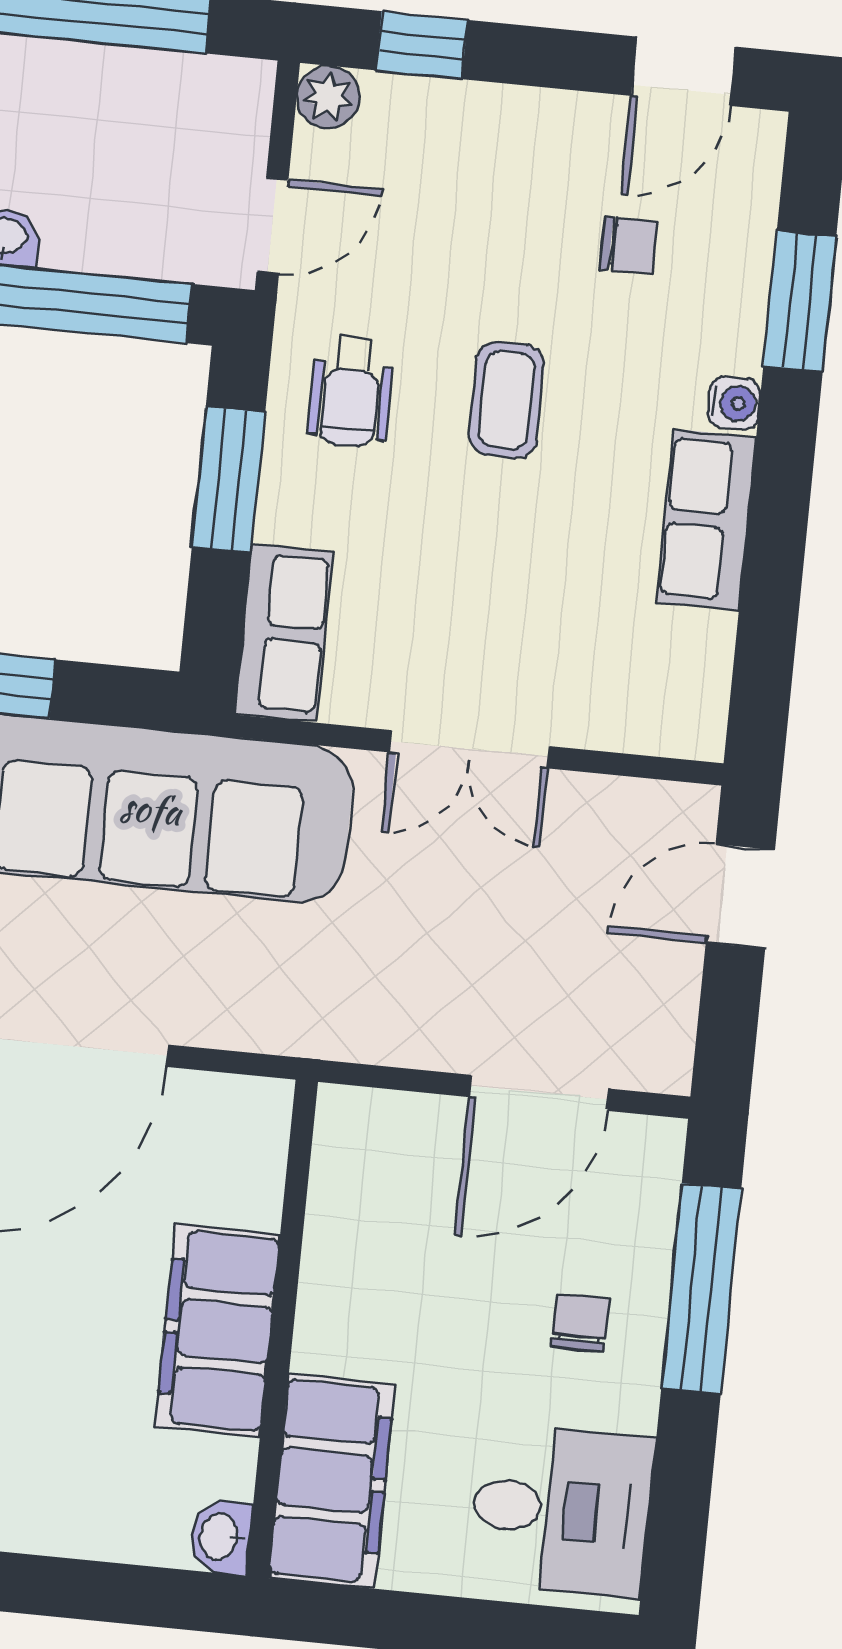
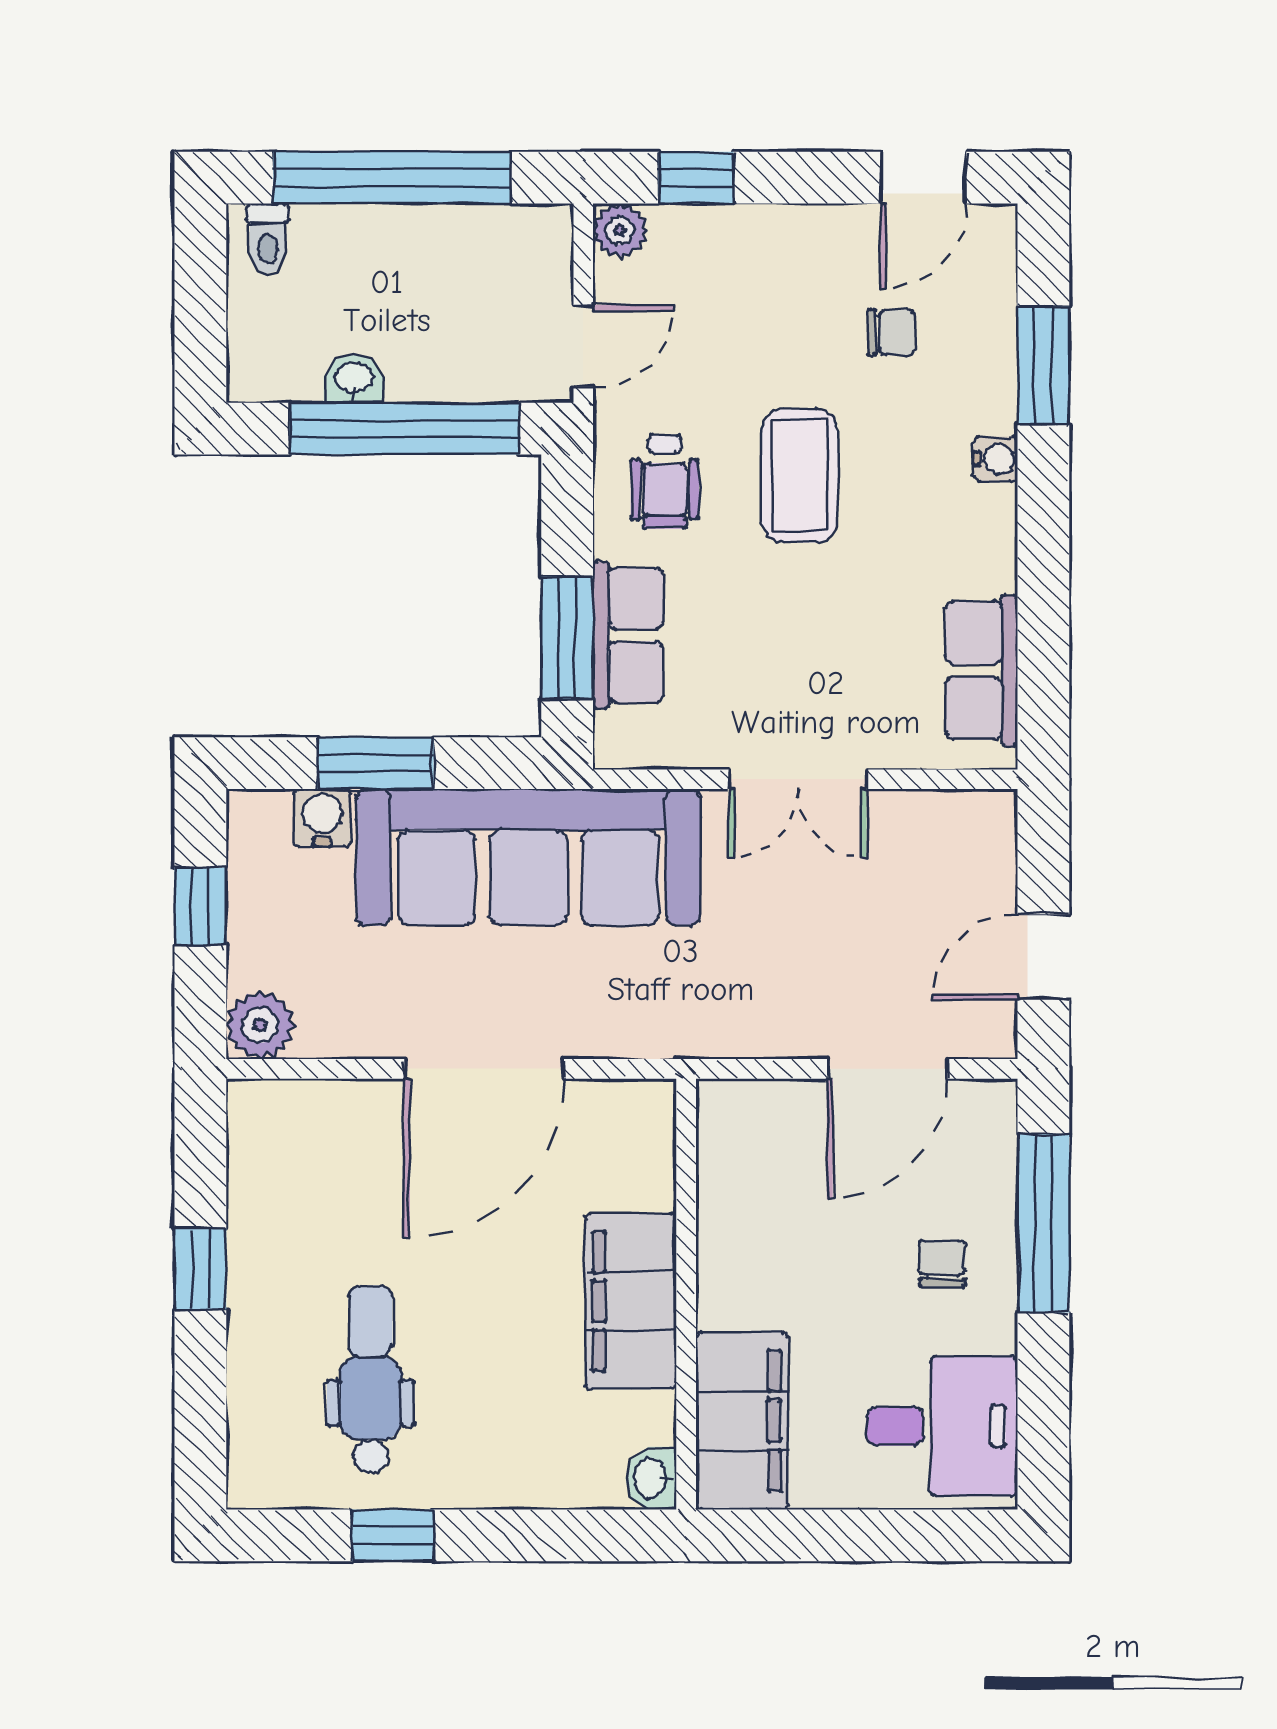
coffee table: (507, 400) -> (800, 476), width x1.36, depth x1.30
window: (228, 480) -> (567, 638), moved
row of seats: (706, 520) -> (982, 671), moved
row of seats: (284, 633) -> (628, 635), moved
door: (740, 896) -> (1043, 957), moved

